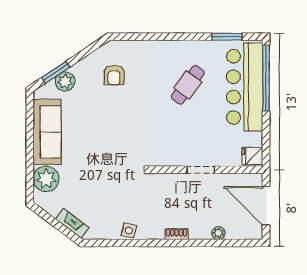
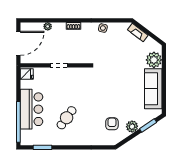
plant: (65, 82) -> (132, 127), moved
bar counter: (245, 87) -> (31, 109), width x0.73
door: (266, 206) -> (18, 43), hinge flipped

